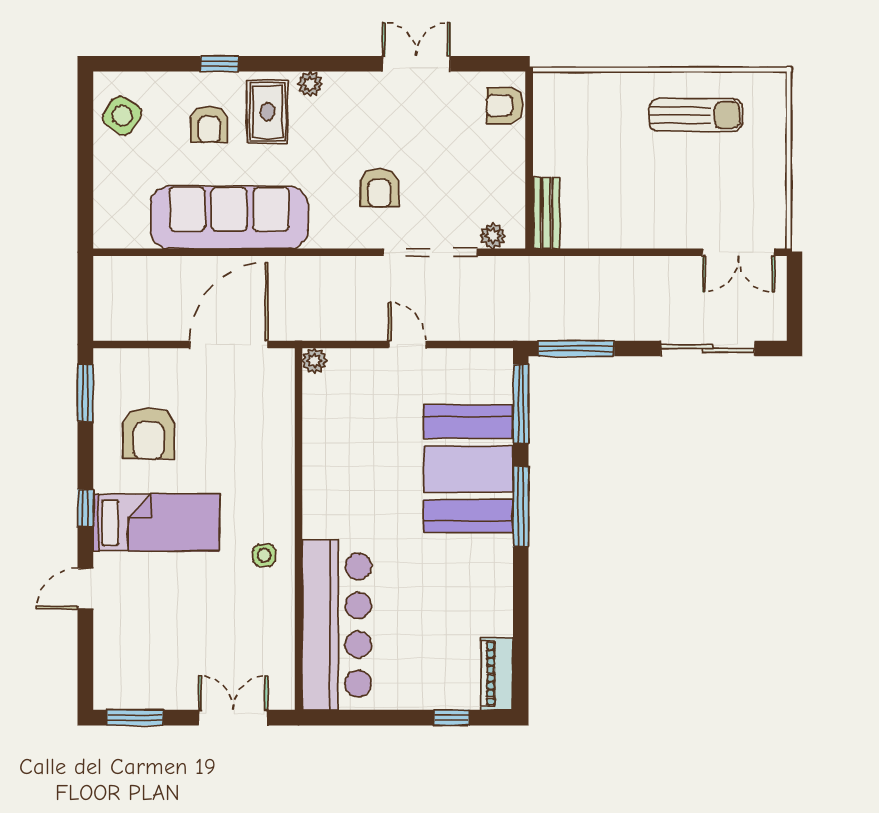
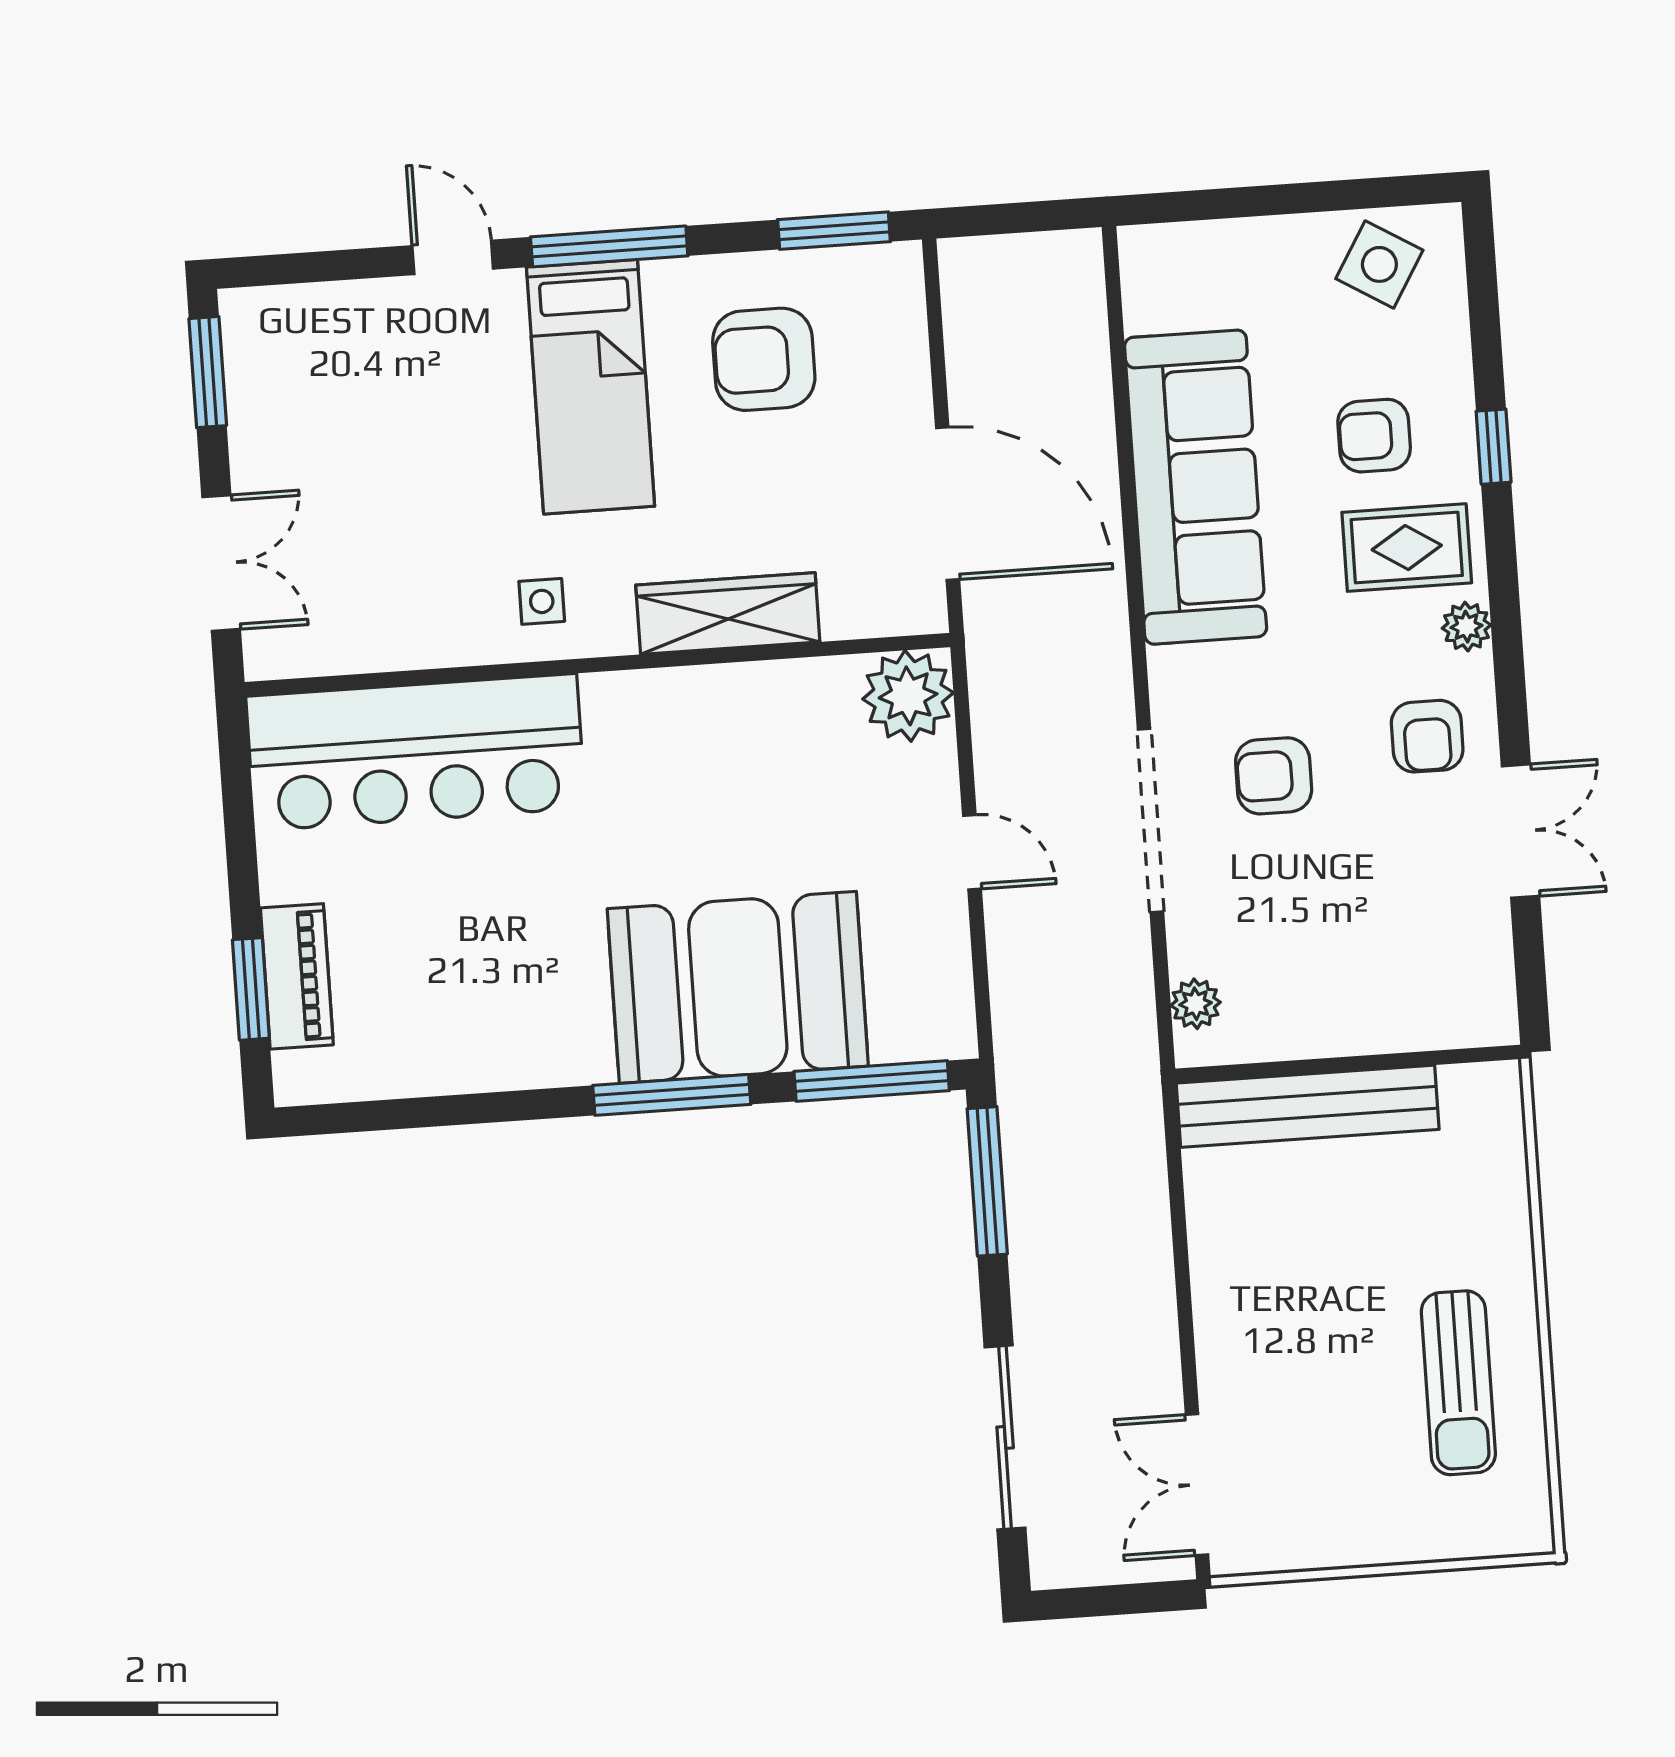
armchair: (505, 105) -> (1427, 736), moved, turned 180
bench: (546, 213) -> (1308, 1106), width x1.86, depth x1.21
doorway: (430, 252) -> (1150, 820), moved
door: (408, 345) -> (972, 852), hinge flipped
plant: (315, 361) -> (908, 696), width x1.88, depth x1.88
wardrobe: (277, 461) -> (728, 613), added
window: (85, 508) -> (609, 246), width x2.17
piano: (497, 674) -> (297, 976), moved, turned 90
window: (452, 718) -> (251, 989), width x1.50

